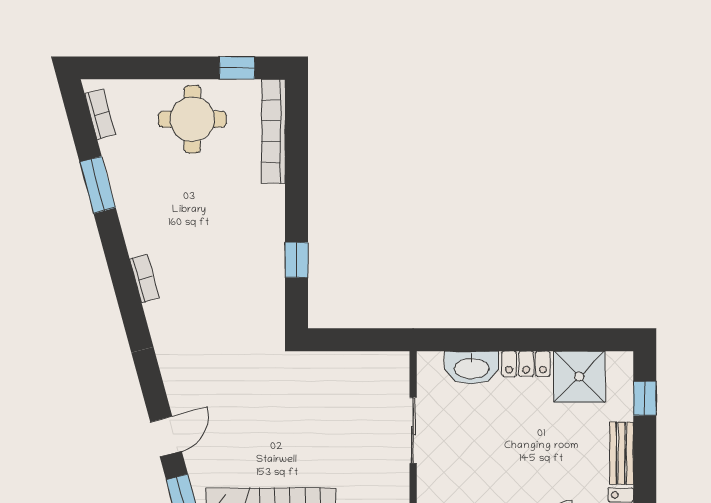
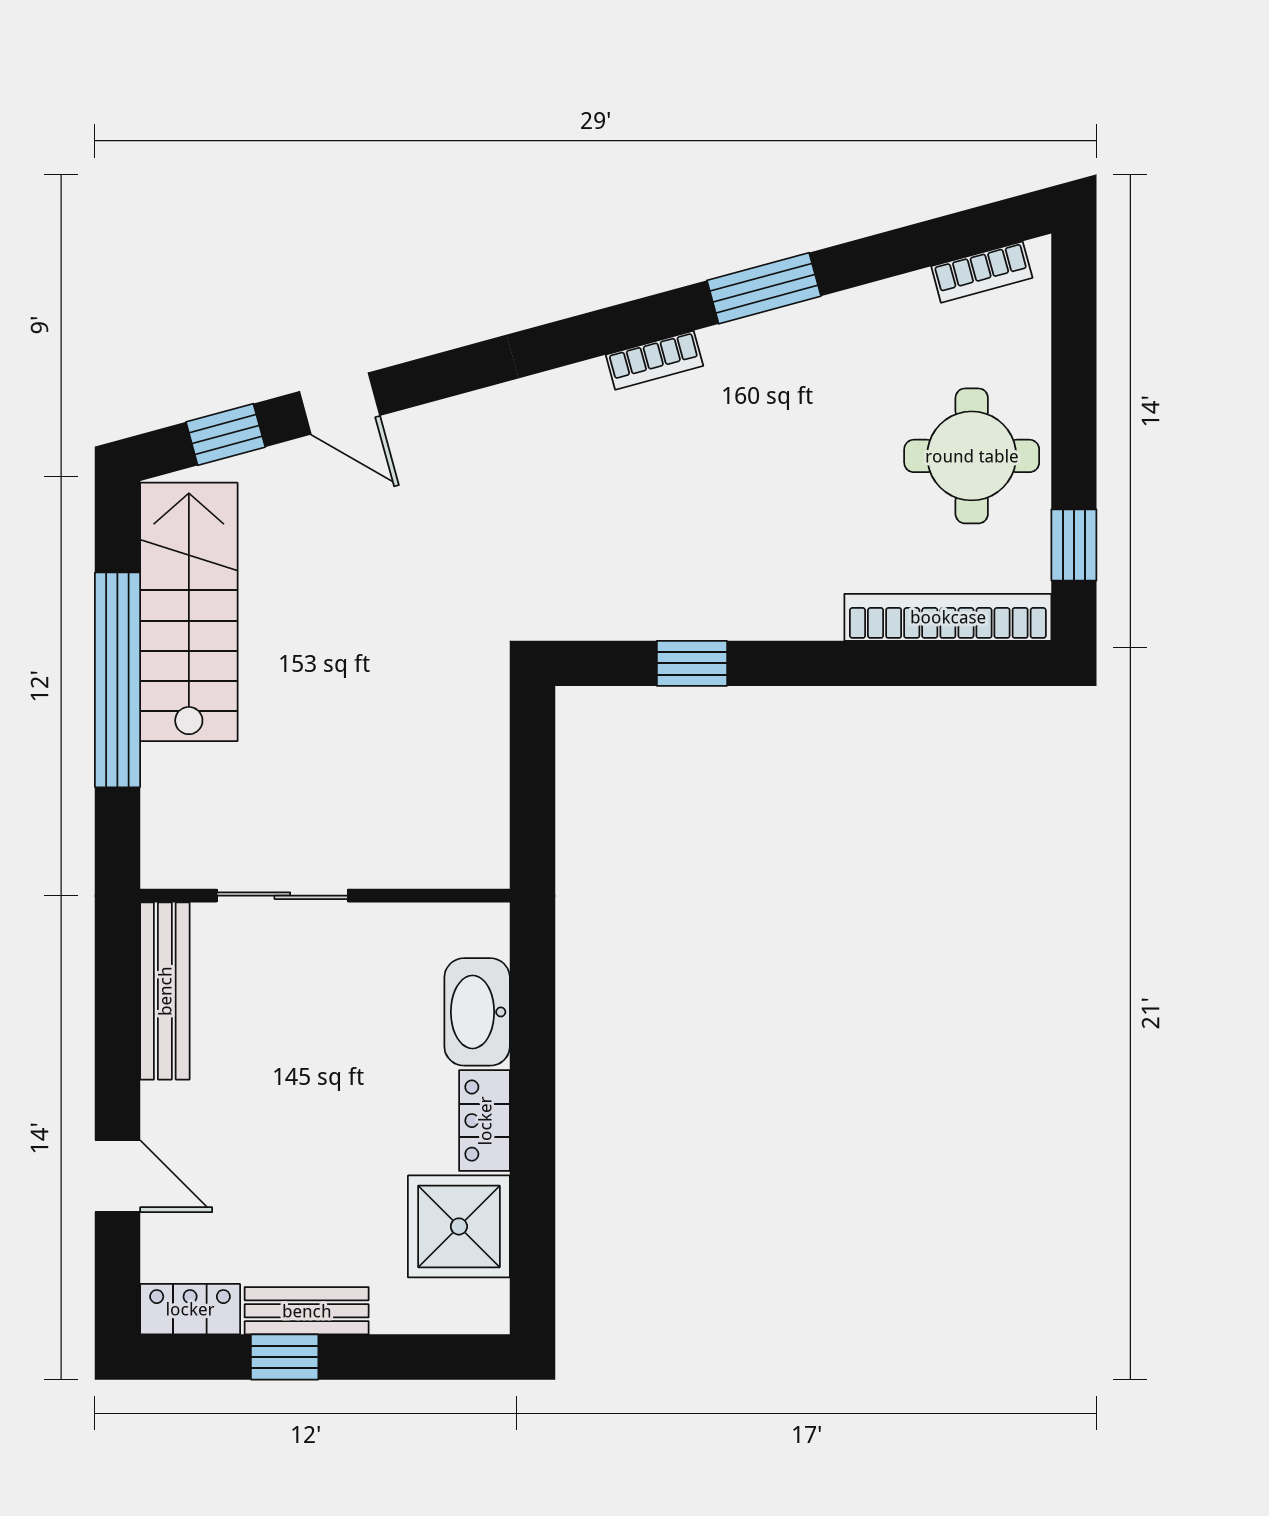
window: (98, 185) -> (764, 288), moved
window: (645, 398) -> (285, 1357), moved
sliding door: (413, 430) -> (282, 896), moved

